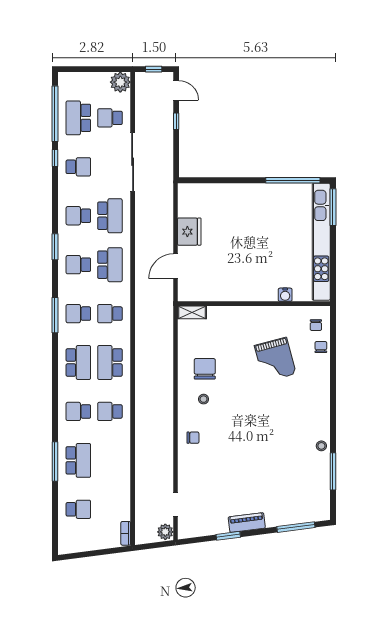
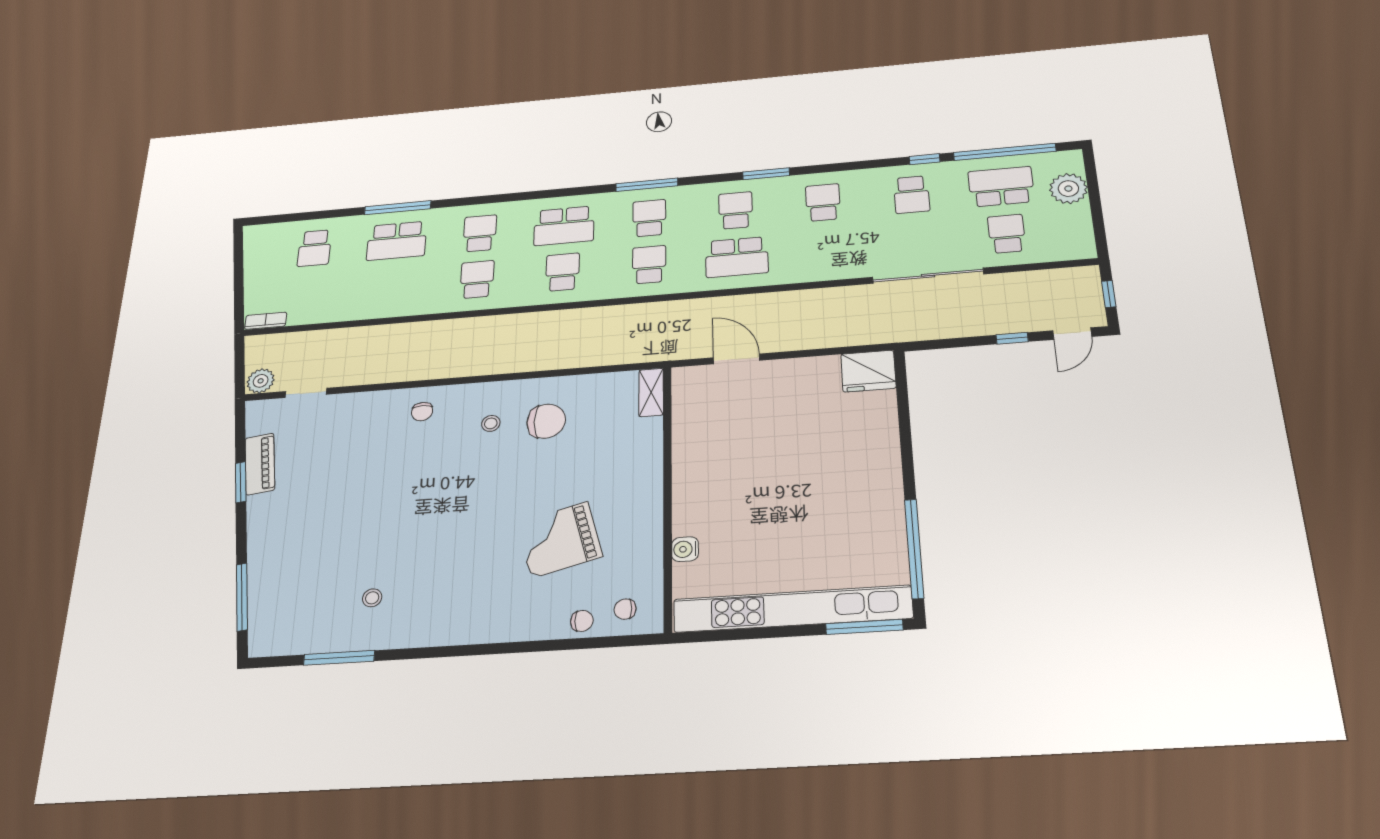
plant: (120, 82) -> (1068, 189), moved
school desk: (110, 216) -> (826, 249), removed
fridge: (189, 232) -> (868, 371), moved
school desk: (110, 363) -> (563, 272), width x0.54
stool: (321, 446) -> (372, 598), moved
piano: (247, 522) -> (260, 464), moved

